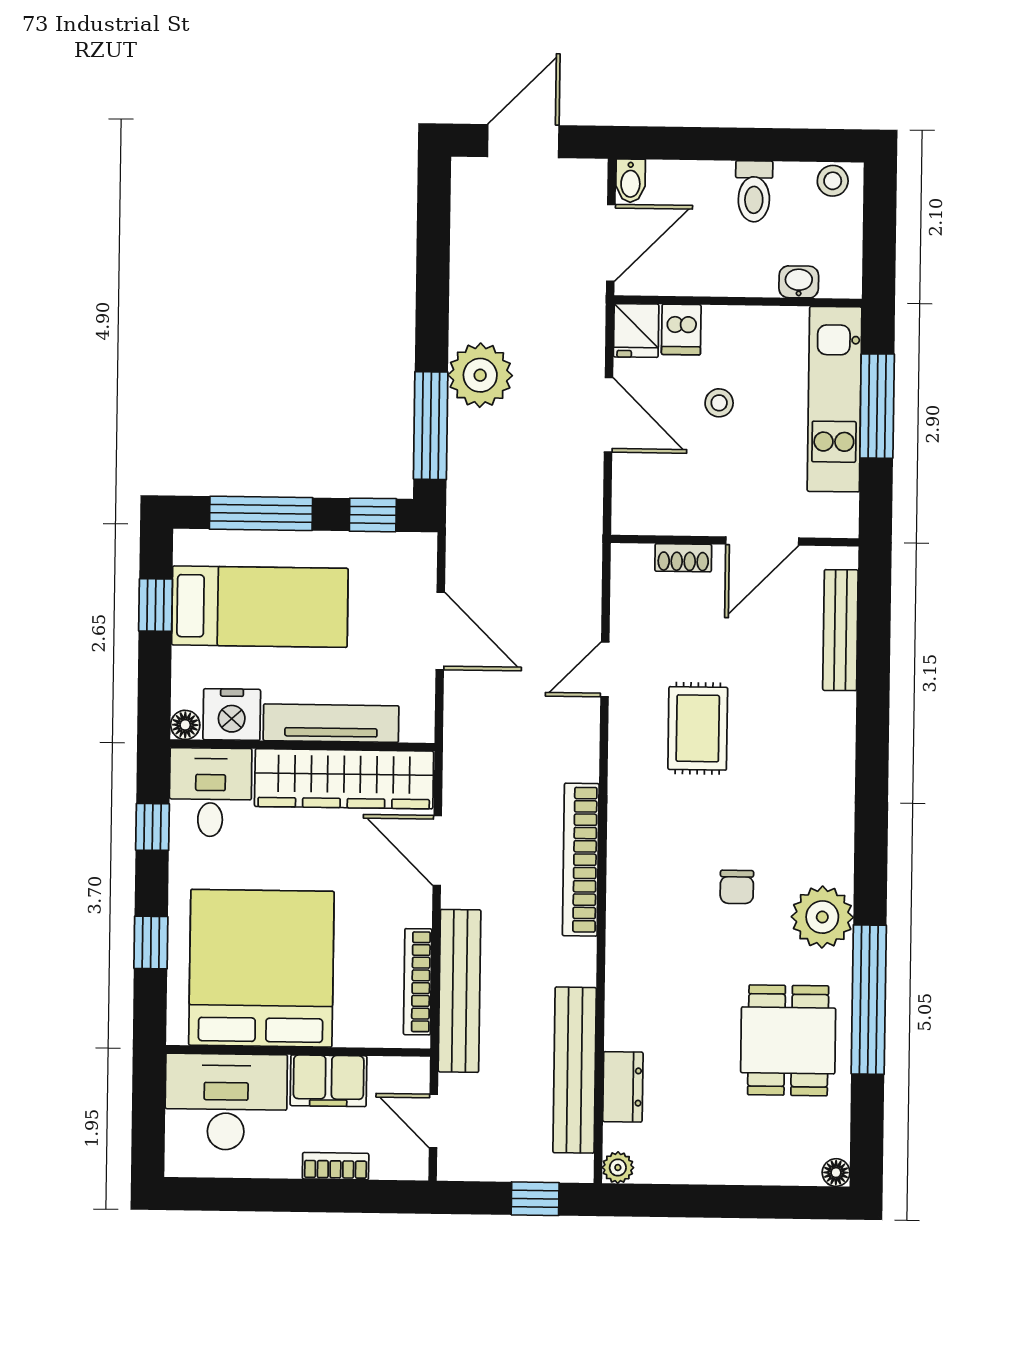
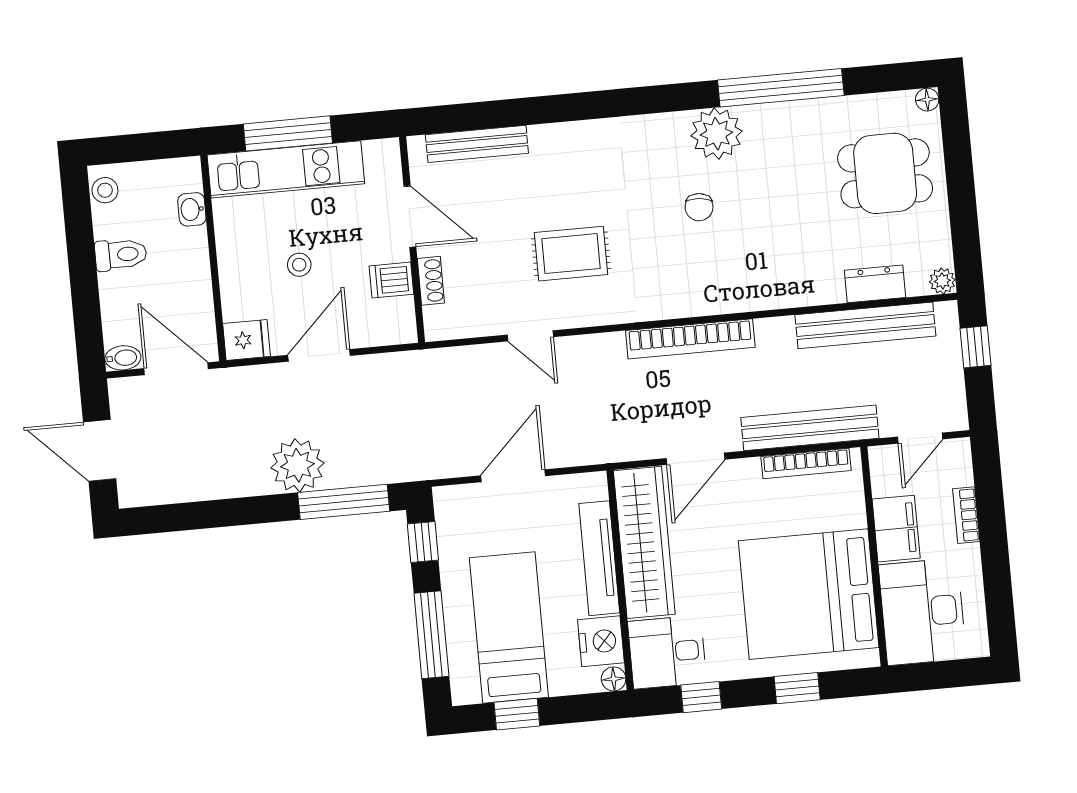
dishwasher: (681, 330) -> (391, 280), moved, turned 180
chair: (737, 887) -> (699, 207), turned 95
dining table: (788, 1040) -> (885, 173), moved

